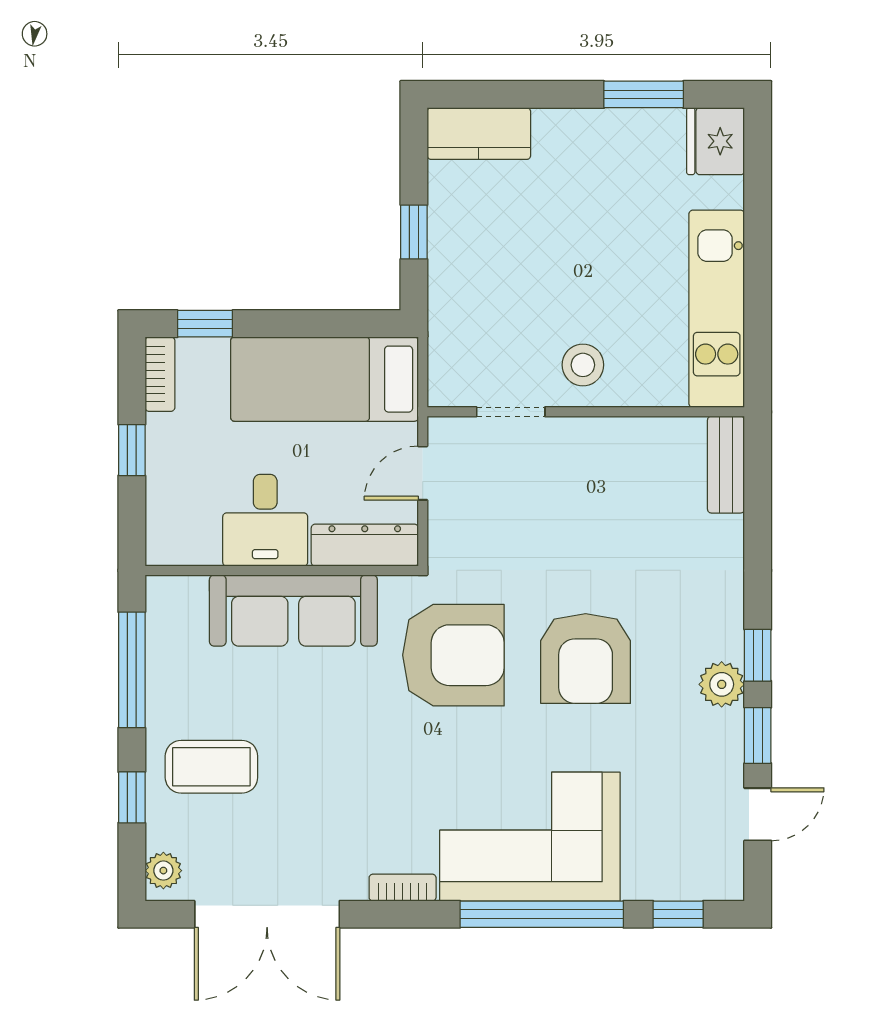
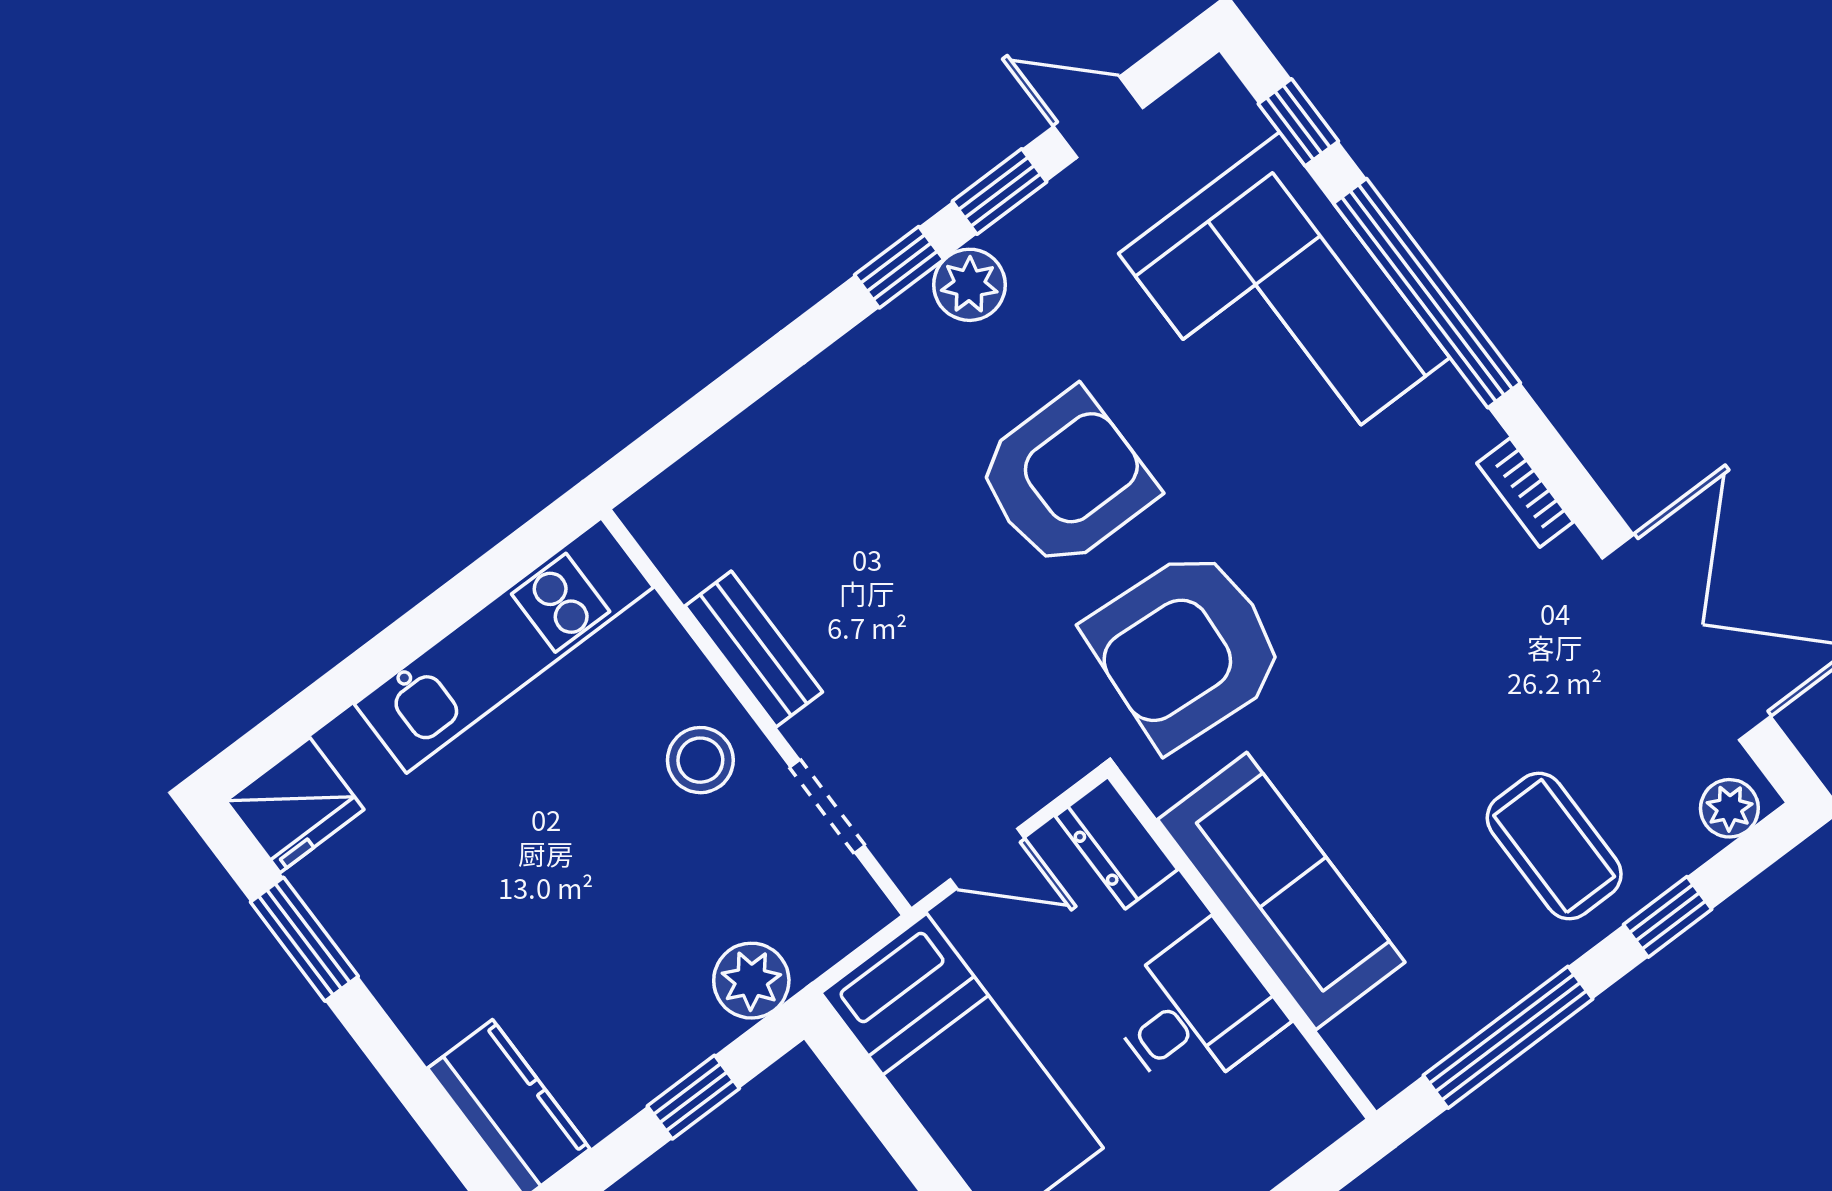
plant: (451, 306) -> (751, 981), added
bench: (726, 465) -> (754, 649), moved, turned 90
dresser: (365, 545) -> (1116, 843), width x0.70
armchair: (453, 655) -> (1186, 648), turned -86
corner sofa: (530, 837) -> (1284, 306), moved

